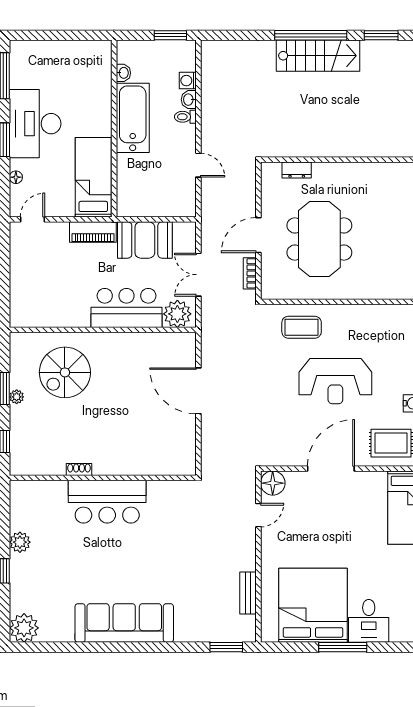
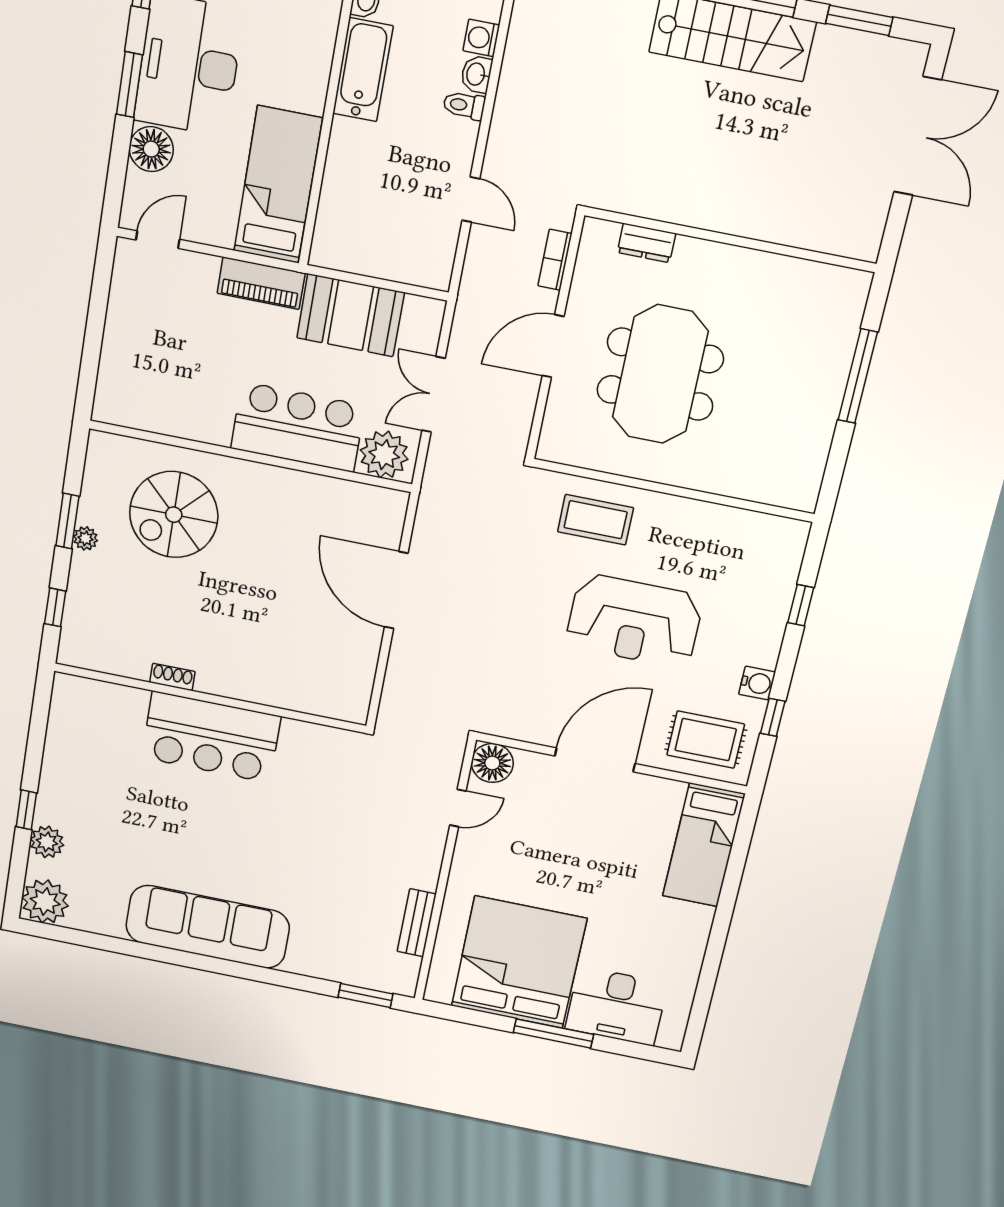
bathtub: (133, 118) -> (363, 70), width x0.73, depth x0.73
floor lamp: (16, 177) -> (151, 149), width x1.89, depth x1.89
bookcase: (250, 273) -> (555, 260), moved
plant: (20, 542) -> (47, 842), moved
desk: (369, 621) -> (616, 1006), width x1.37

